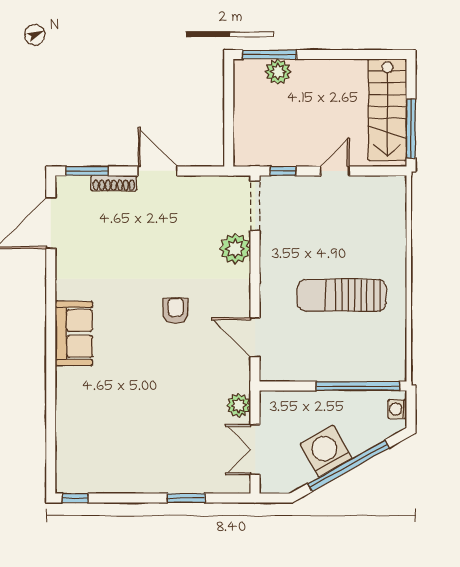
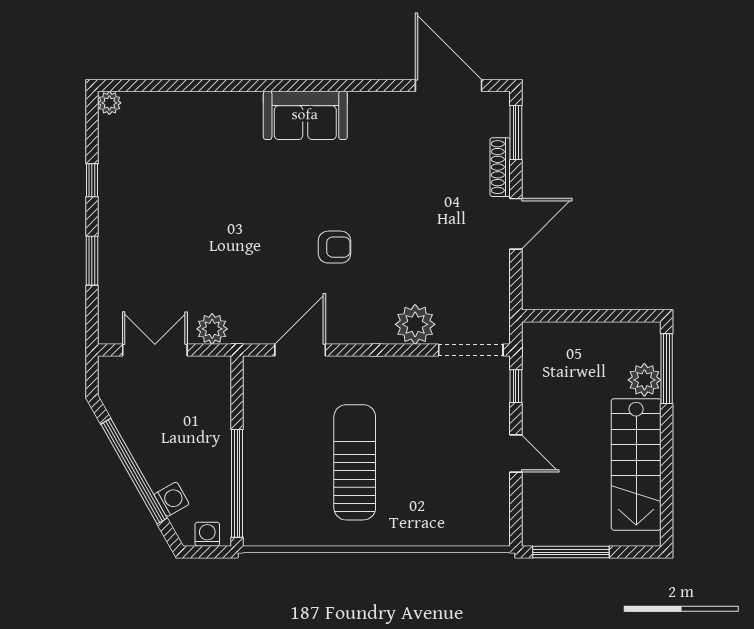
stairs: (387, 110) -> (636, 464), moved, turned -90
washing machine: (326, 451) -> (172, 499), moved, width x0.53, depth x0.53
plant: (64, 485) -> (109, 103), added
window: (75, 498) -> (92, 180), moved

